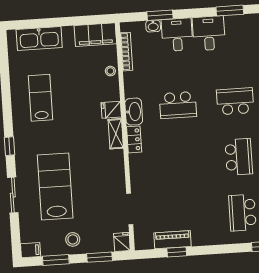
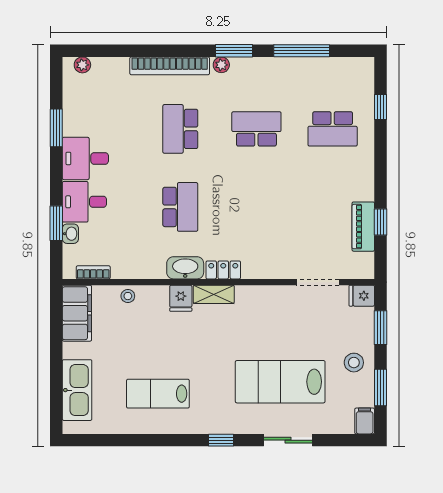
bookcase: (126, 52) -> (93, 272), width x0.64

